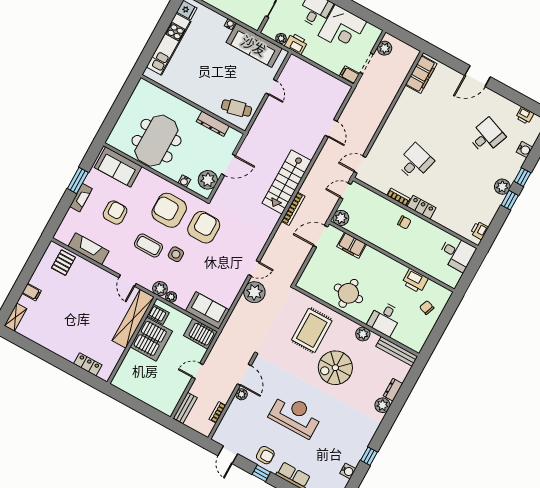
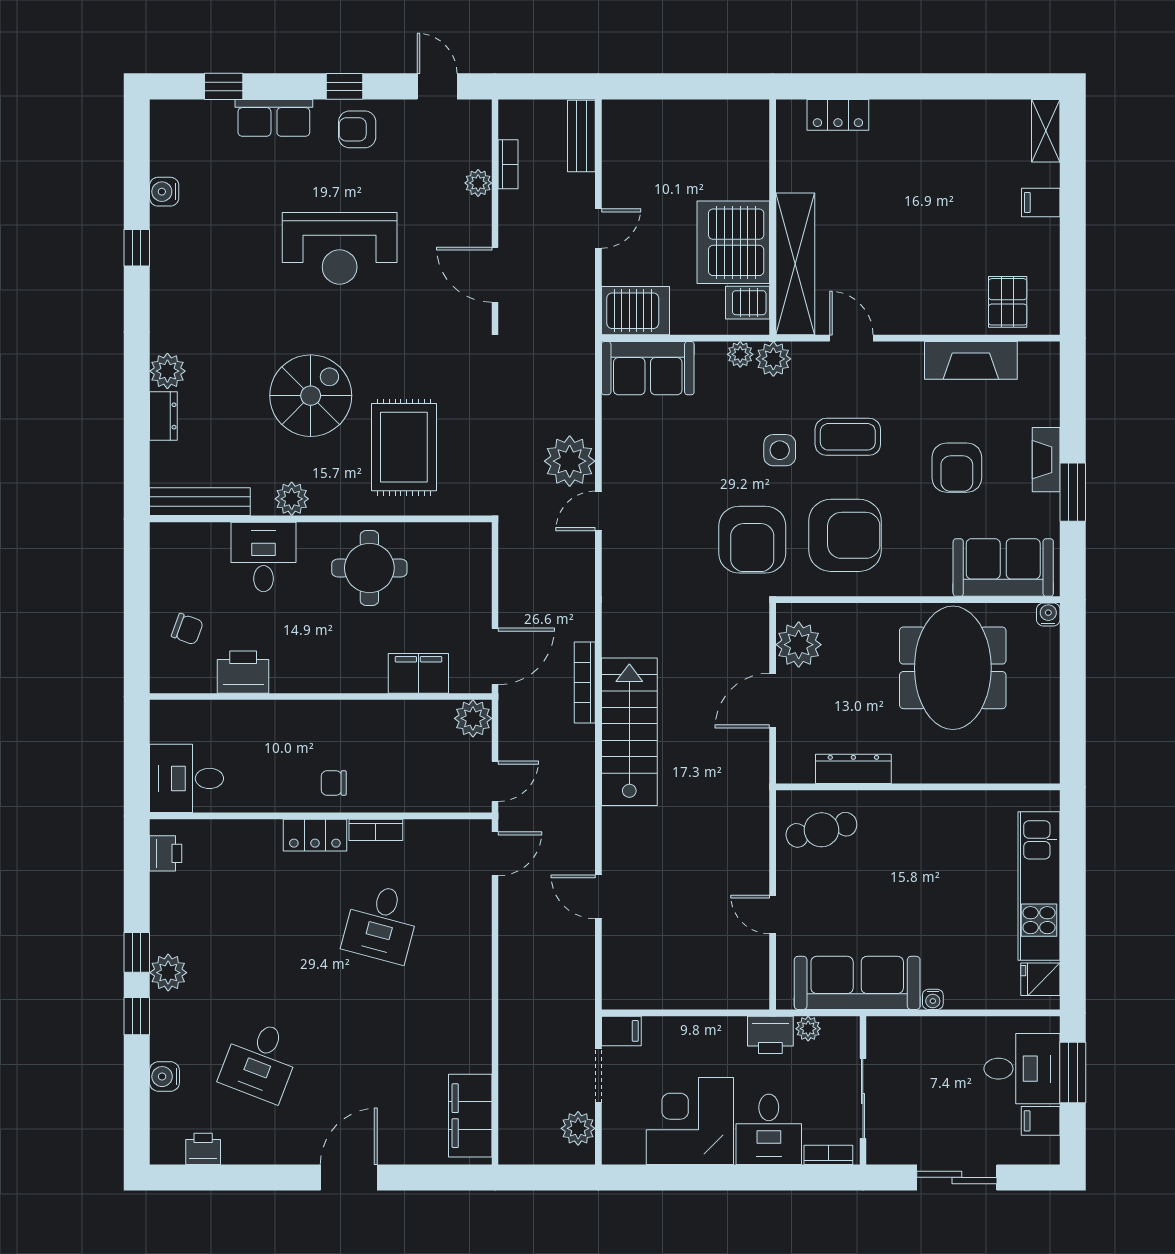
water cooler: (184, 181) -> (1048, 615), moved
plant: (242, 394) -> (478, 183), moved

